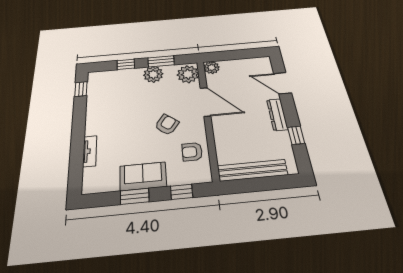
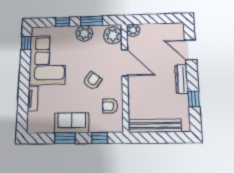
corner sofa: (108, 105) -> (48, 60), added

